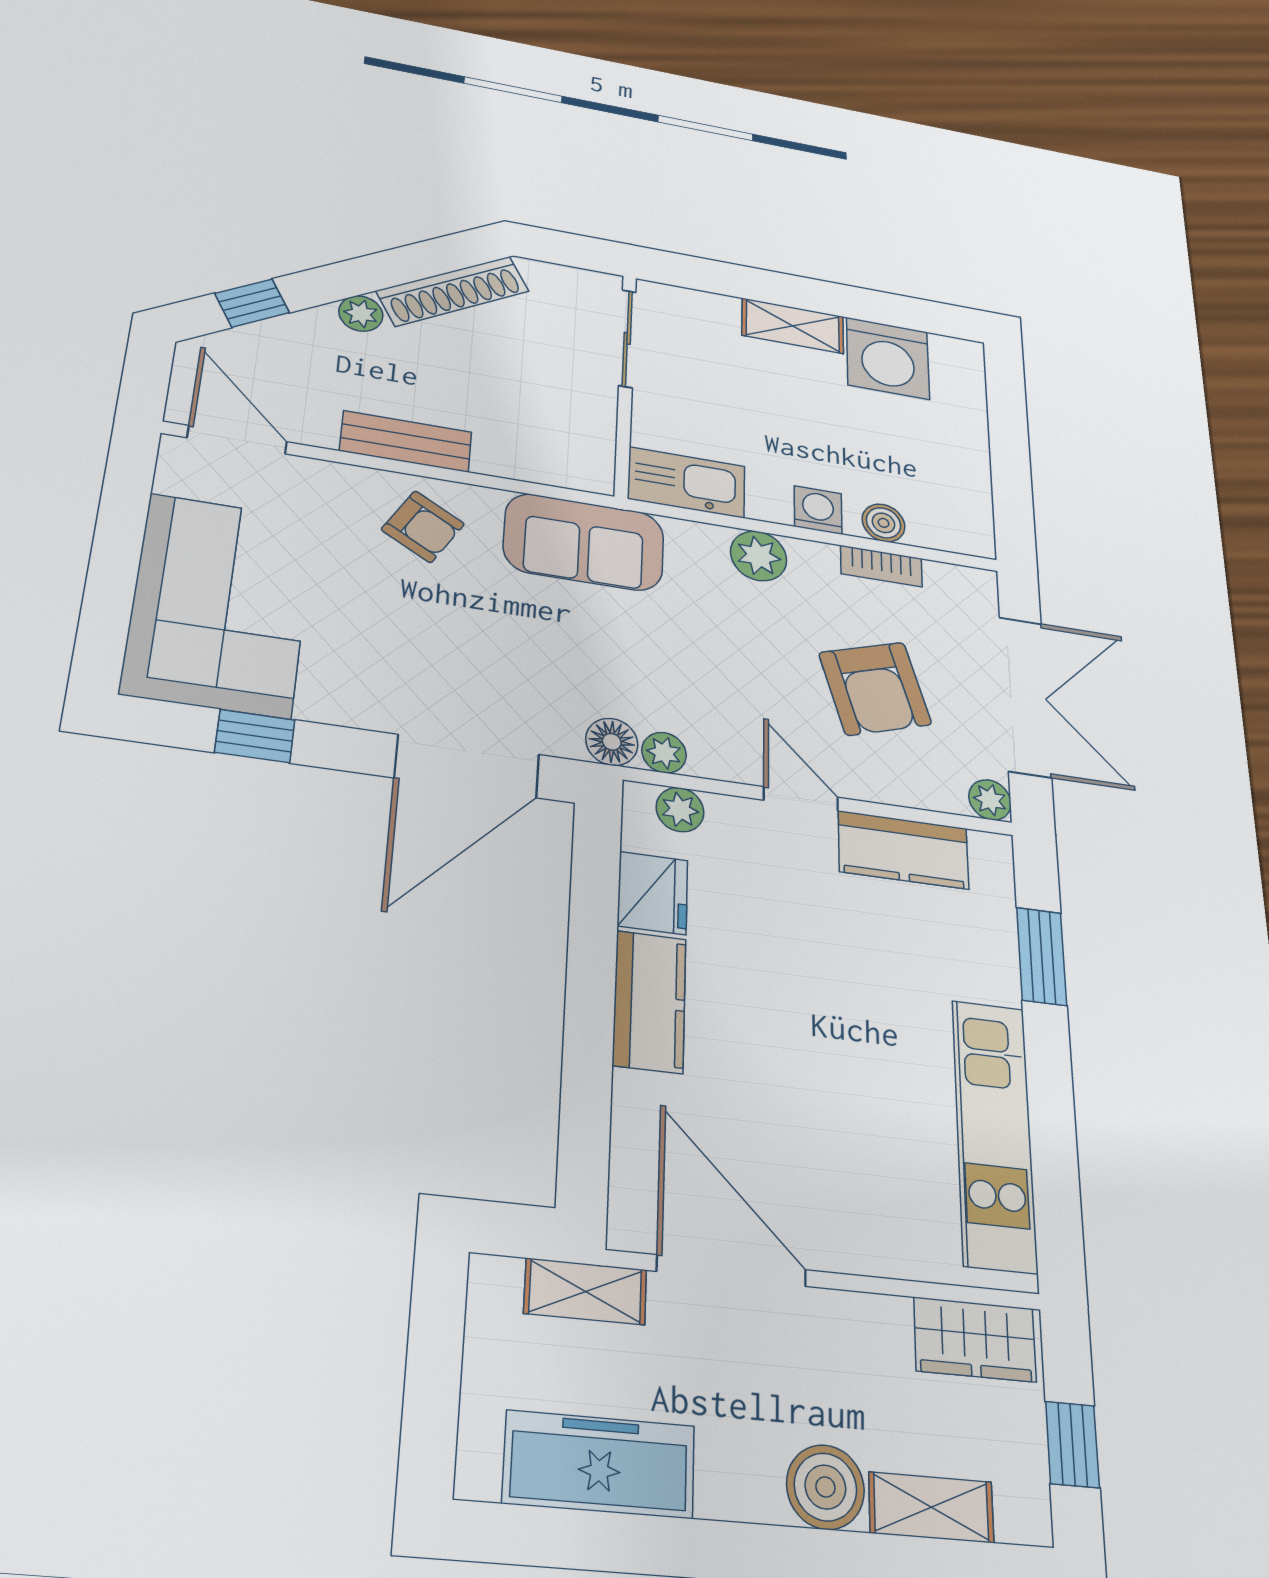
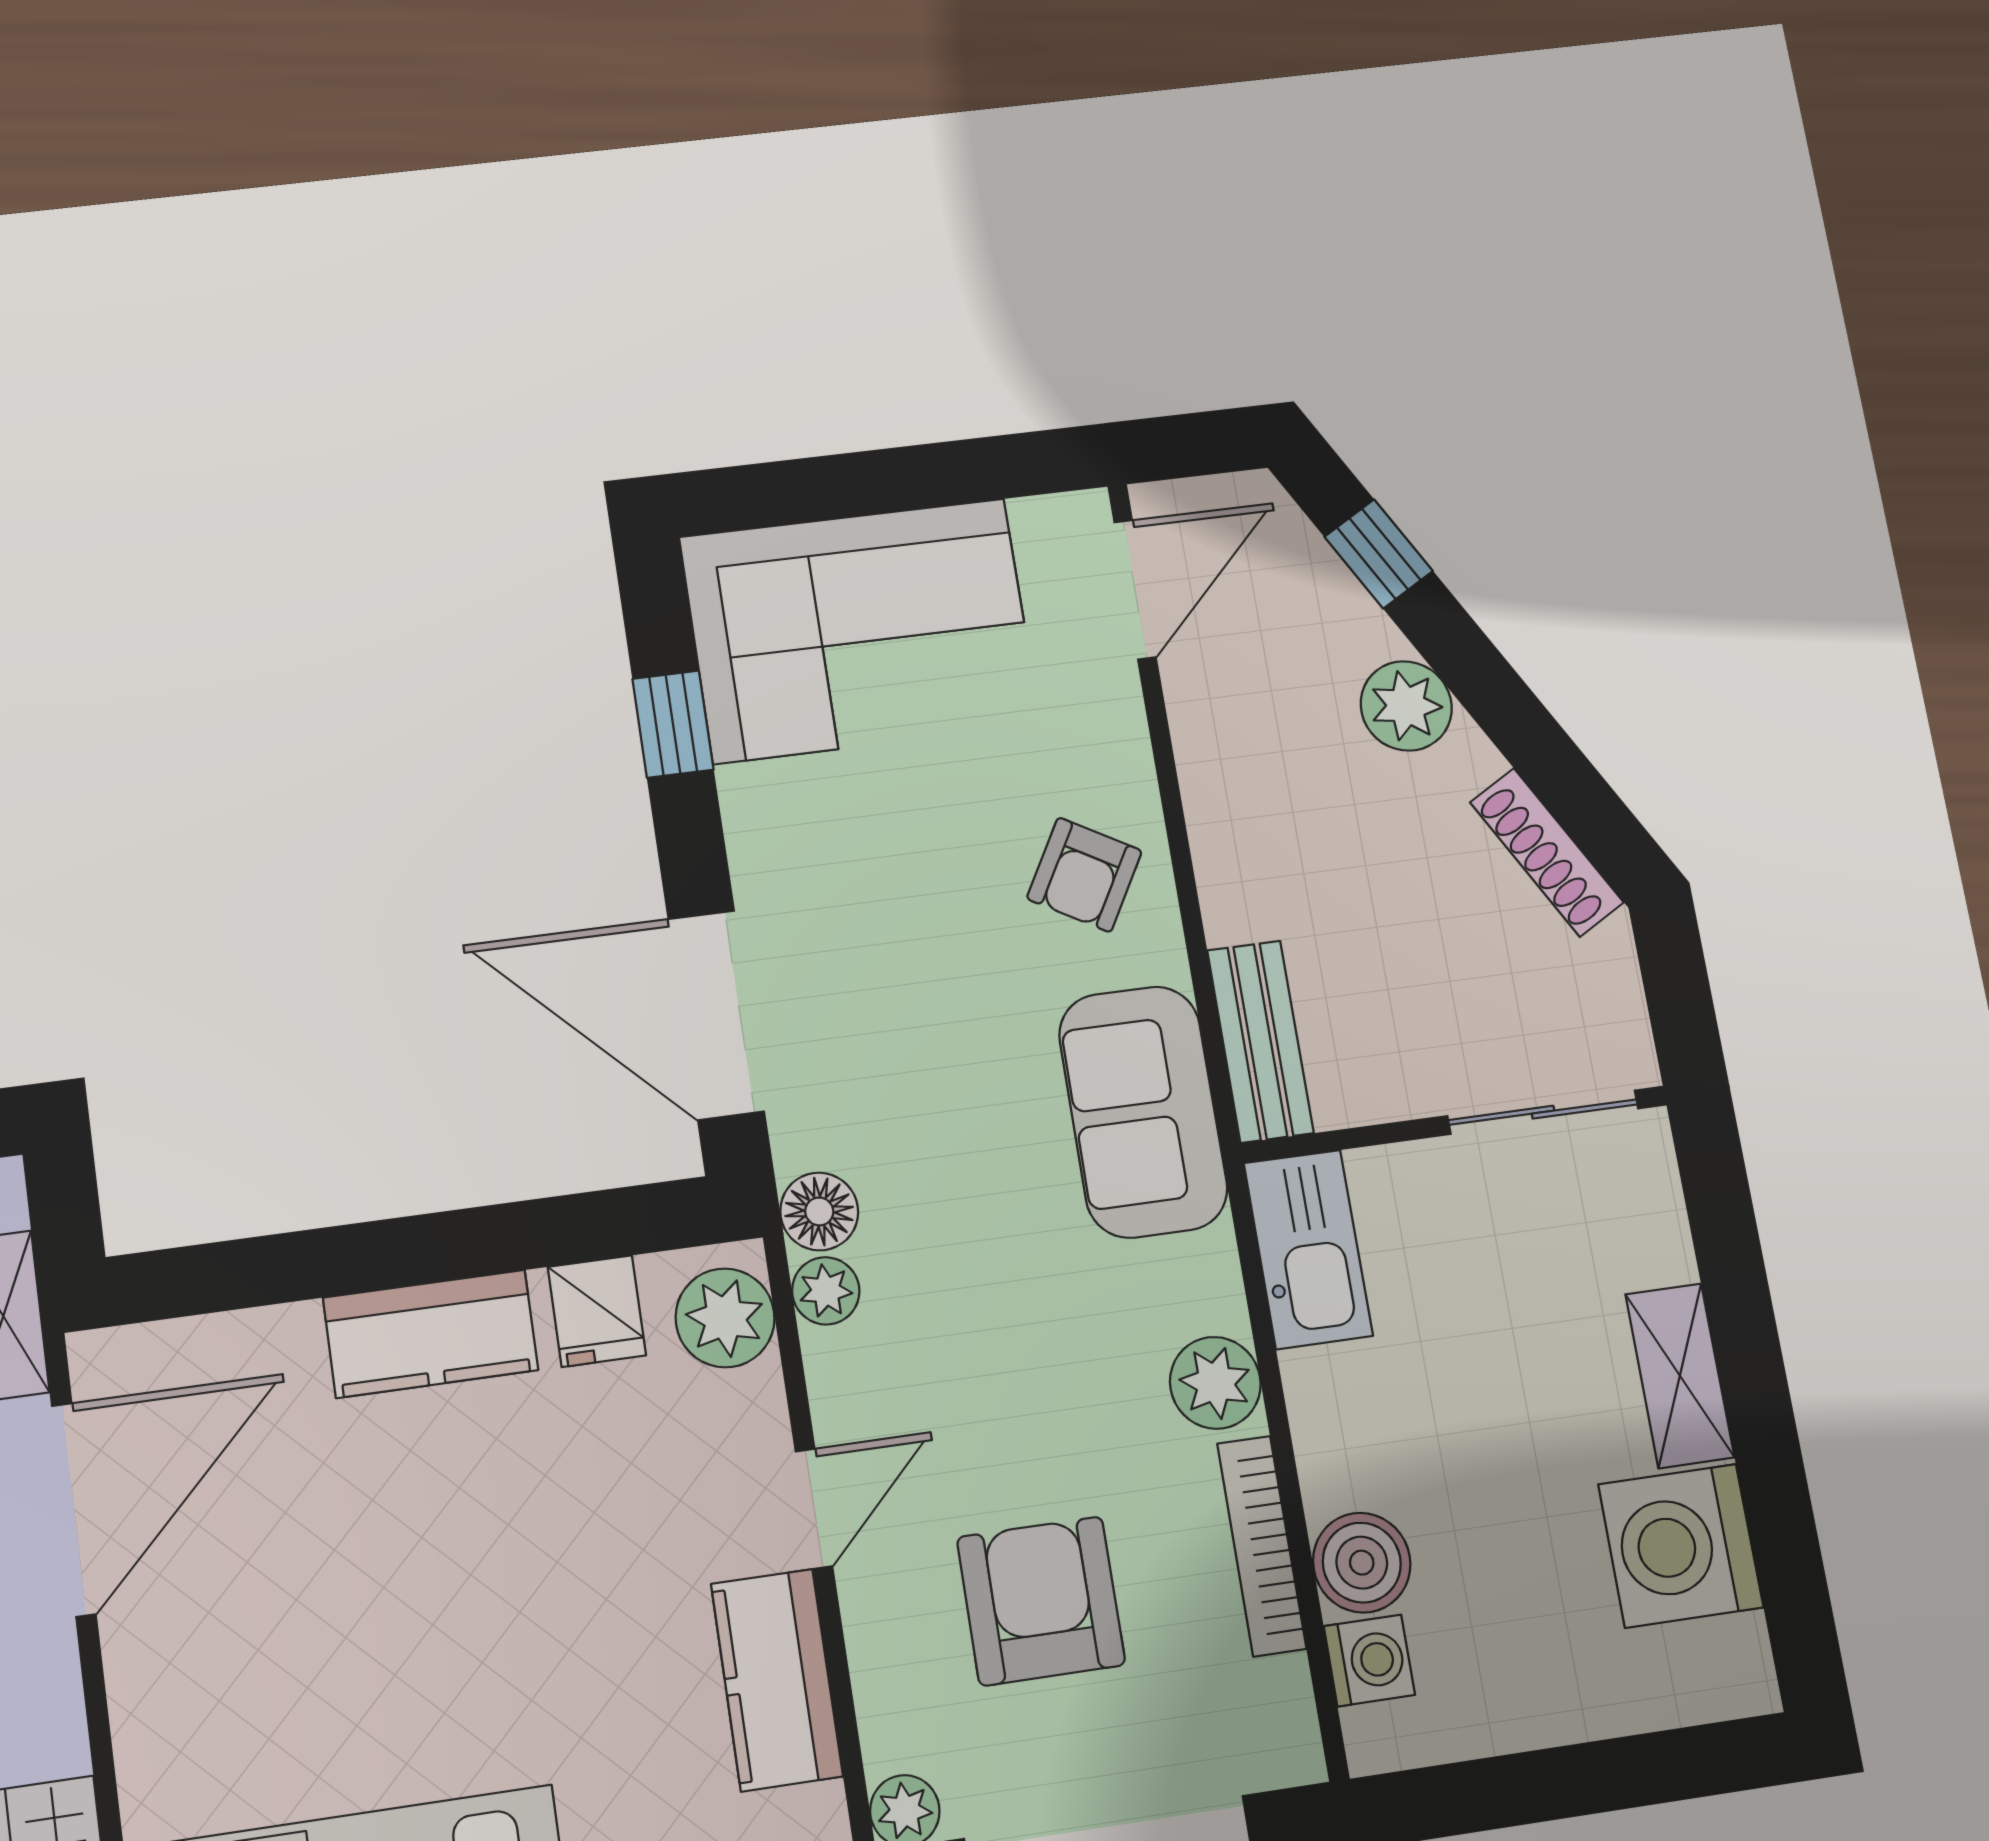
shoe rack: (453, 291) -> (1547, 852), width x0.74, depth x0.81
plant: (361, 314) -> (1406, 706), width x1.38, depth x1.38
bench: (406, 441) -> (1260, 1041), moved
washing machine: (818, 510) -> (1369, 1661), moved
boiler: (884, 523) -> (1362, 1563), width x1.36, depth x1.36
bookcase: (881, 566) -> (1262, 1546), width x1.56
armchair: (875, 689) -> (1041, 1601), turned 107
plant: (680, 810) -> (725, 1318), width x1.38, depth x1.38
fridge: (653, 893) -> (597, 1311), width x0.72

